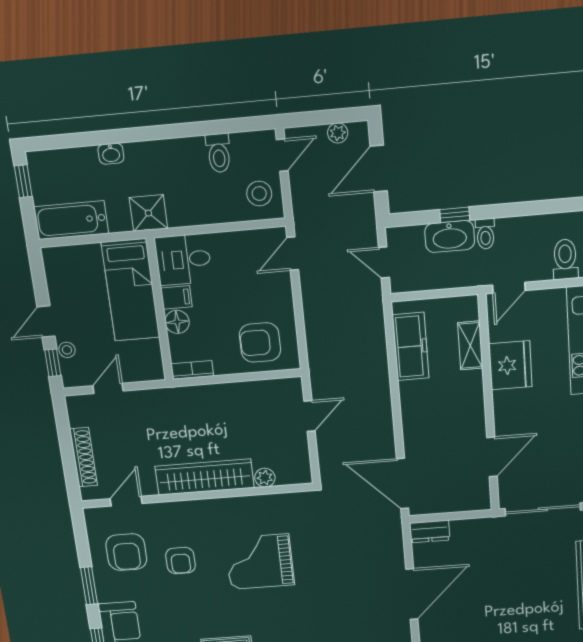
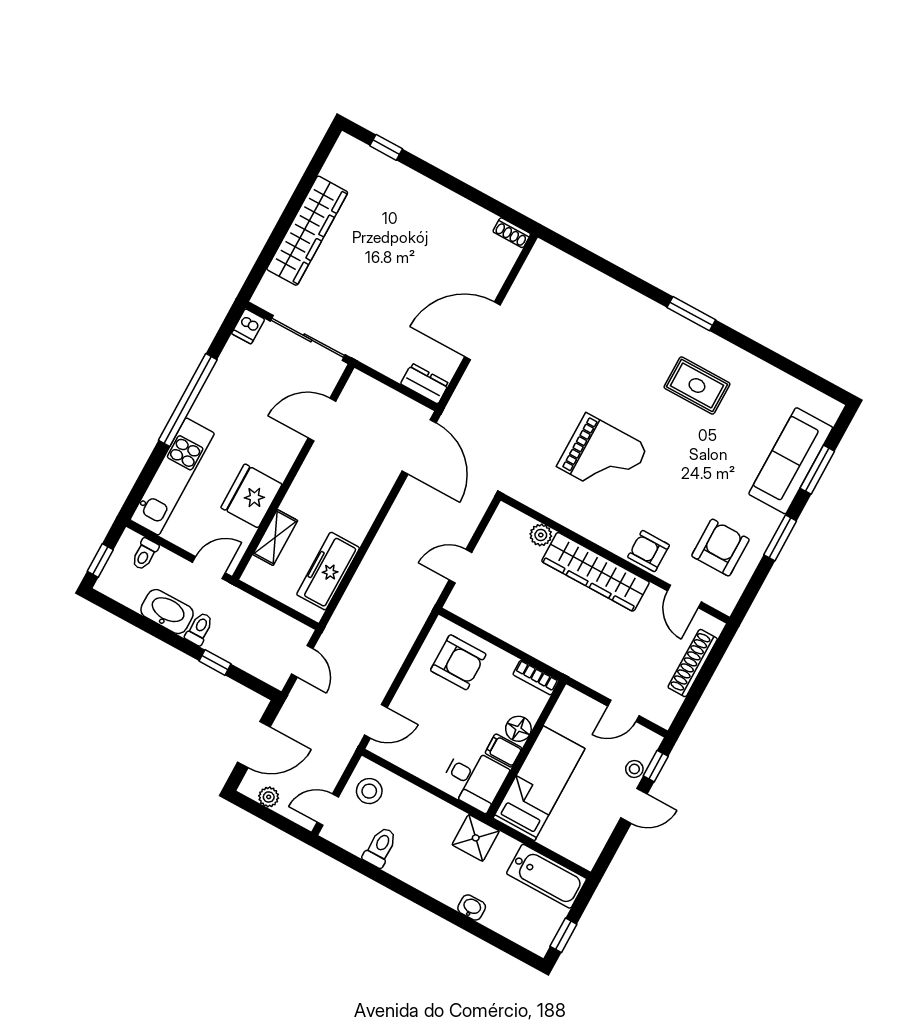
washbasin: (450, 236) -> (167, 612), moved
toilet: (565, 259) -> (145, 554), width x0.73, depth x0.72
door: (126, 501) -> (684, 596), hinge flipped
armchair: (181, 561) -> (649, 551), moved, turned -90

